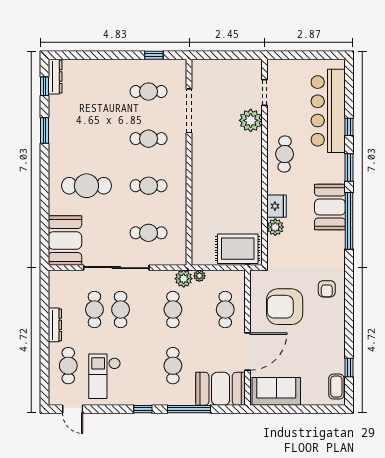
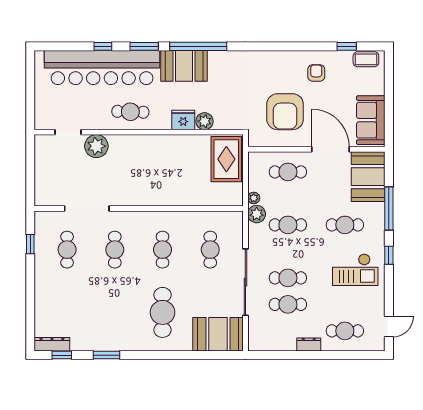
bar counter: (328, 111) -> (102, 68), width x1.36
armchair: (327, 289) -> (316, 73), moved, turned -90
dresser: (55, 325) -> (309, 344), width x0.70
checkout: (104, 376) -> (355, 270), moved

